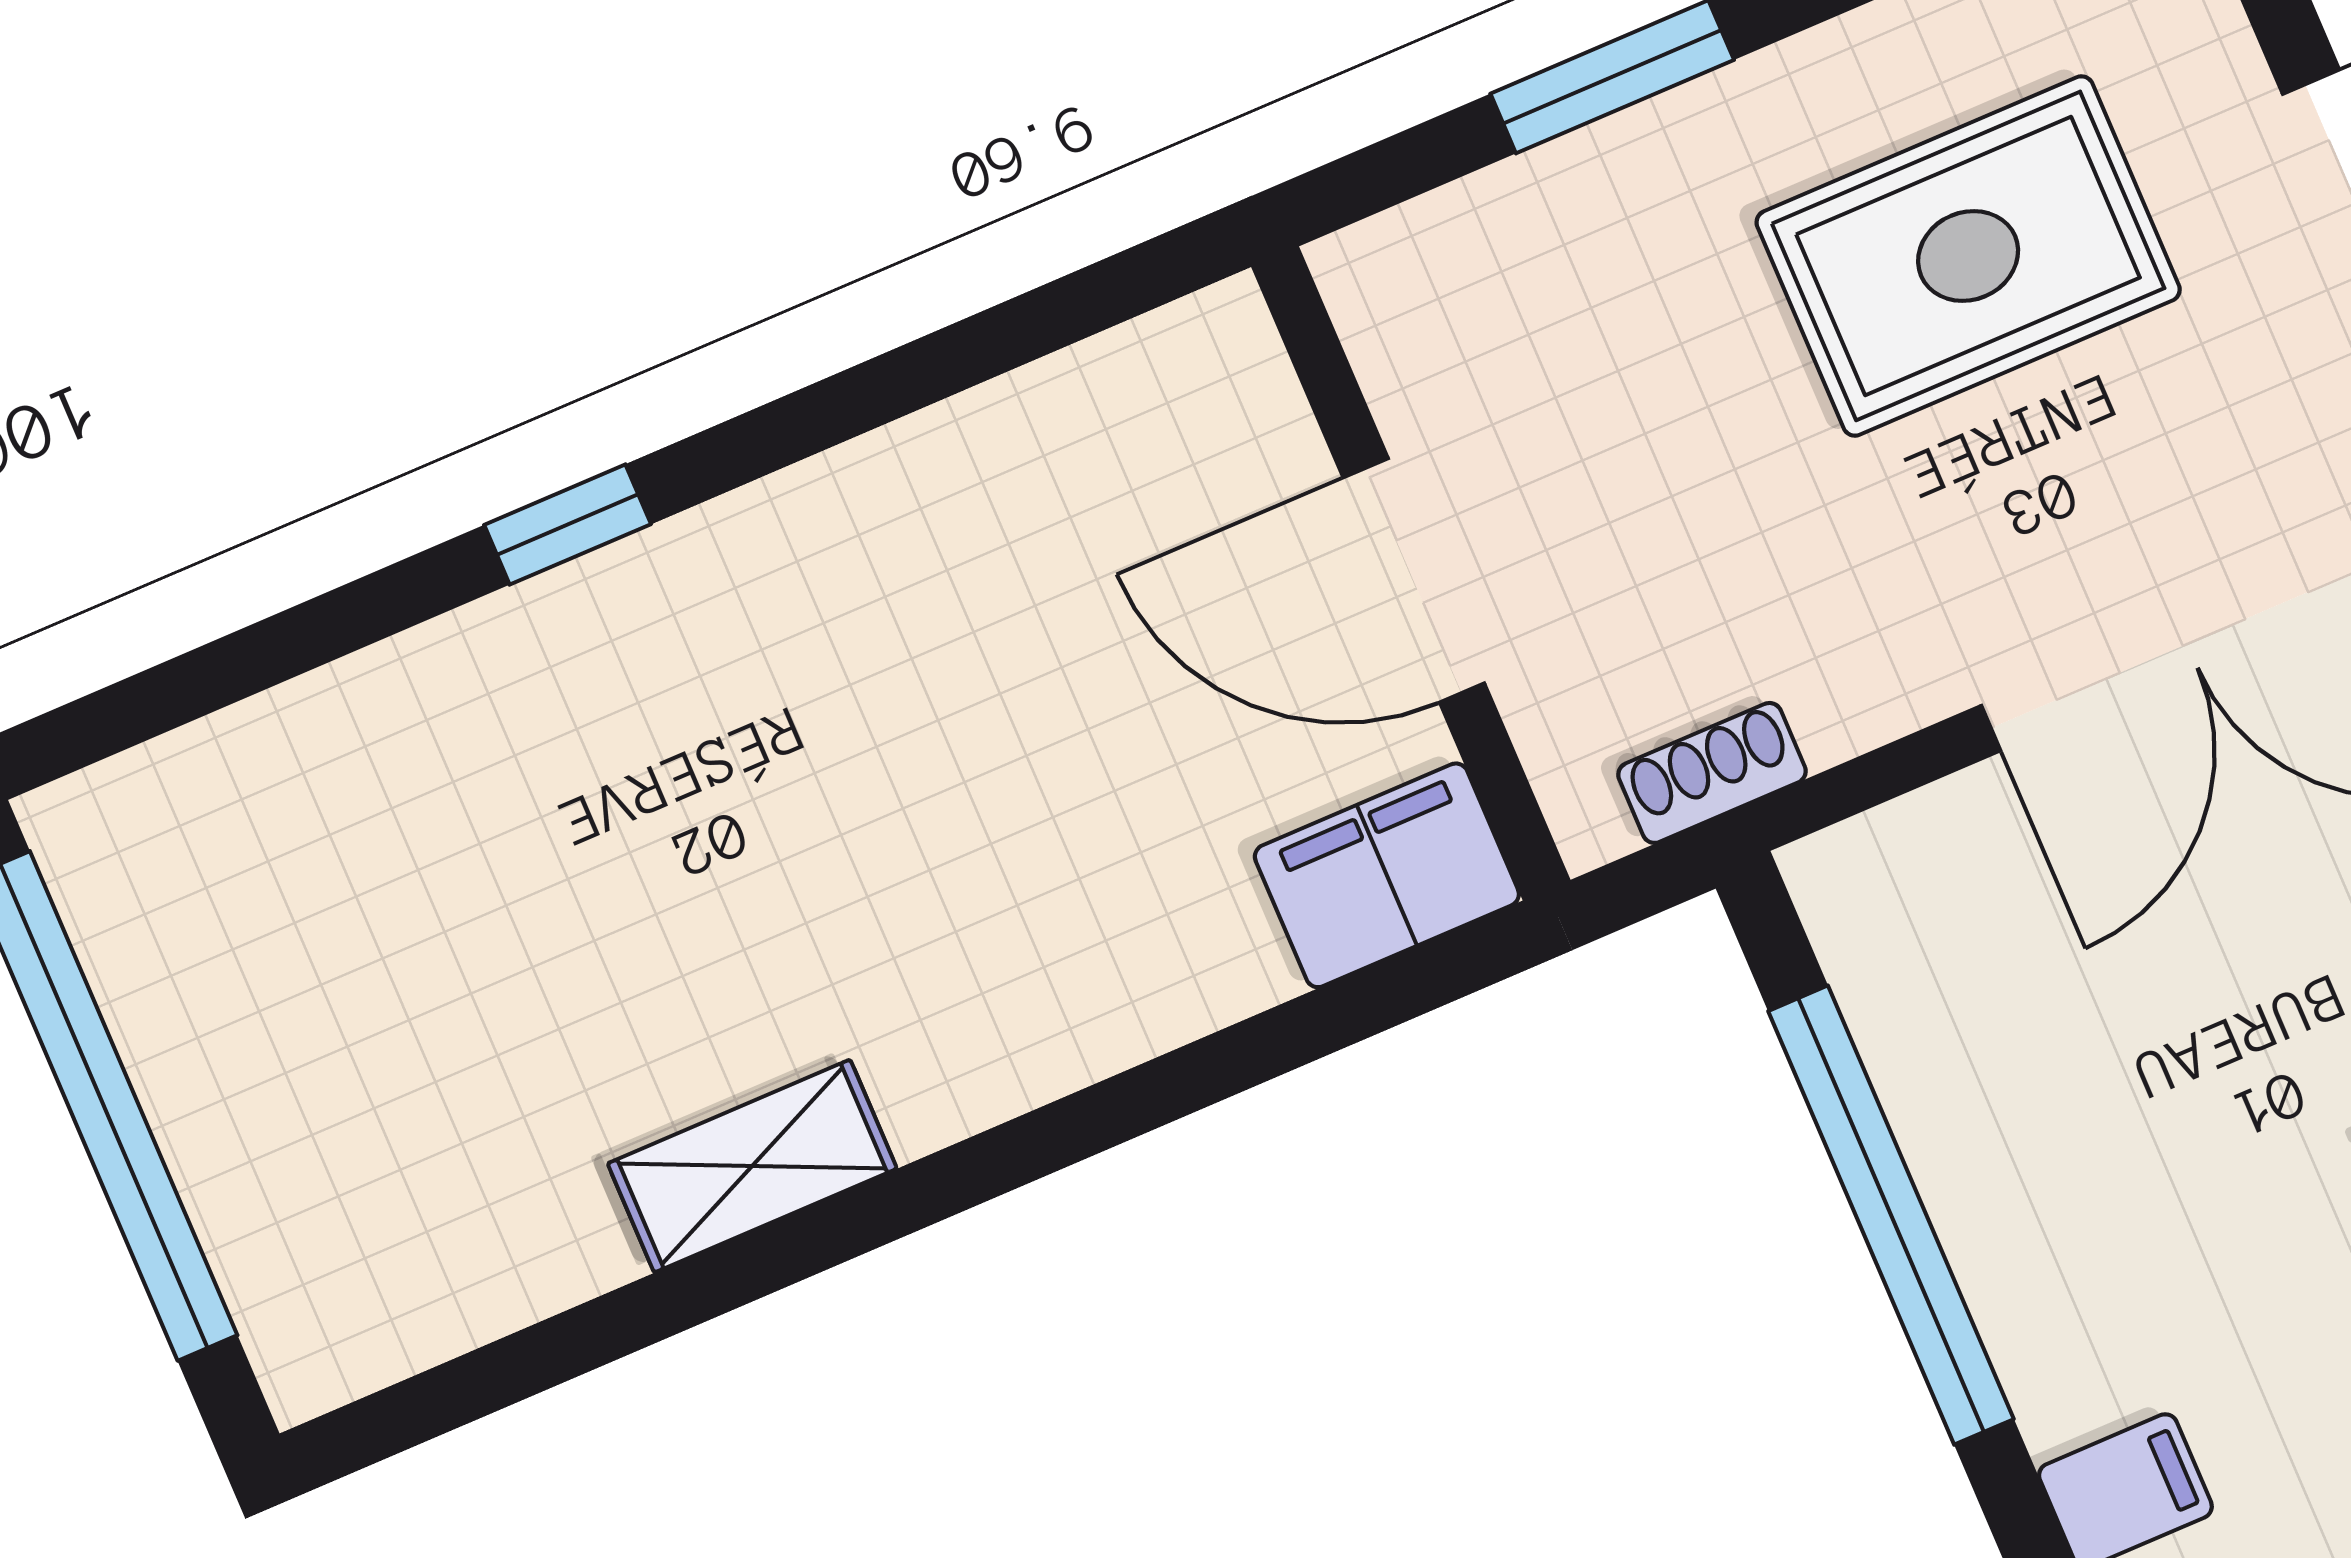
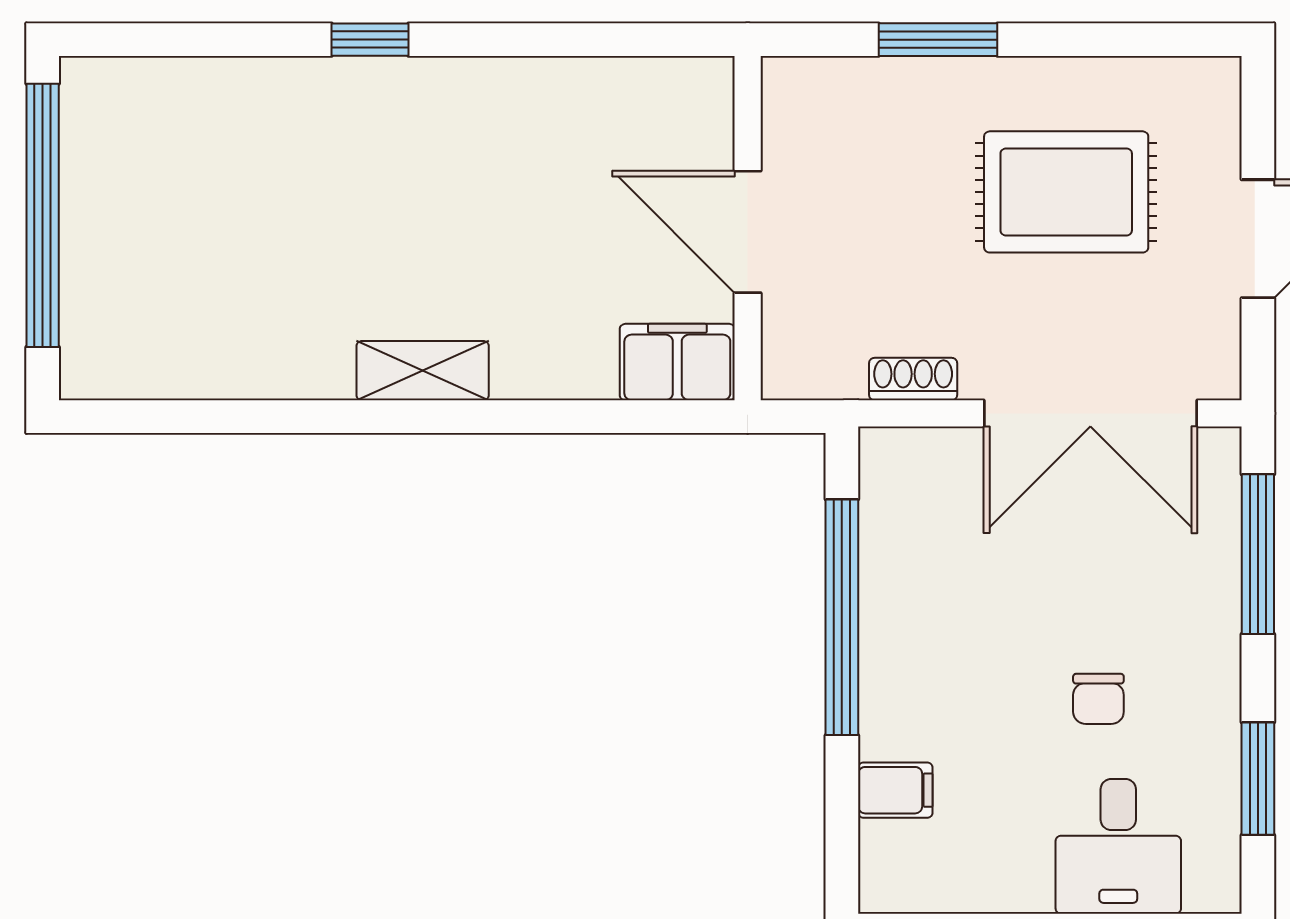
shoe rack: (1712, 773) -> (913, 379), moved
shelving: (752, 1166) -> (423, 371), moved

